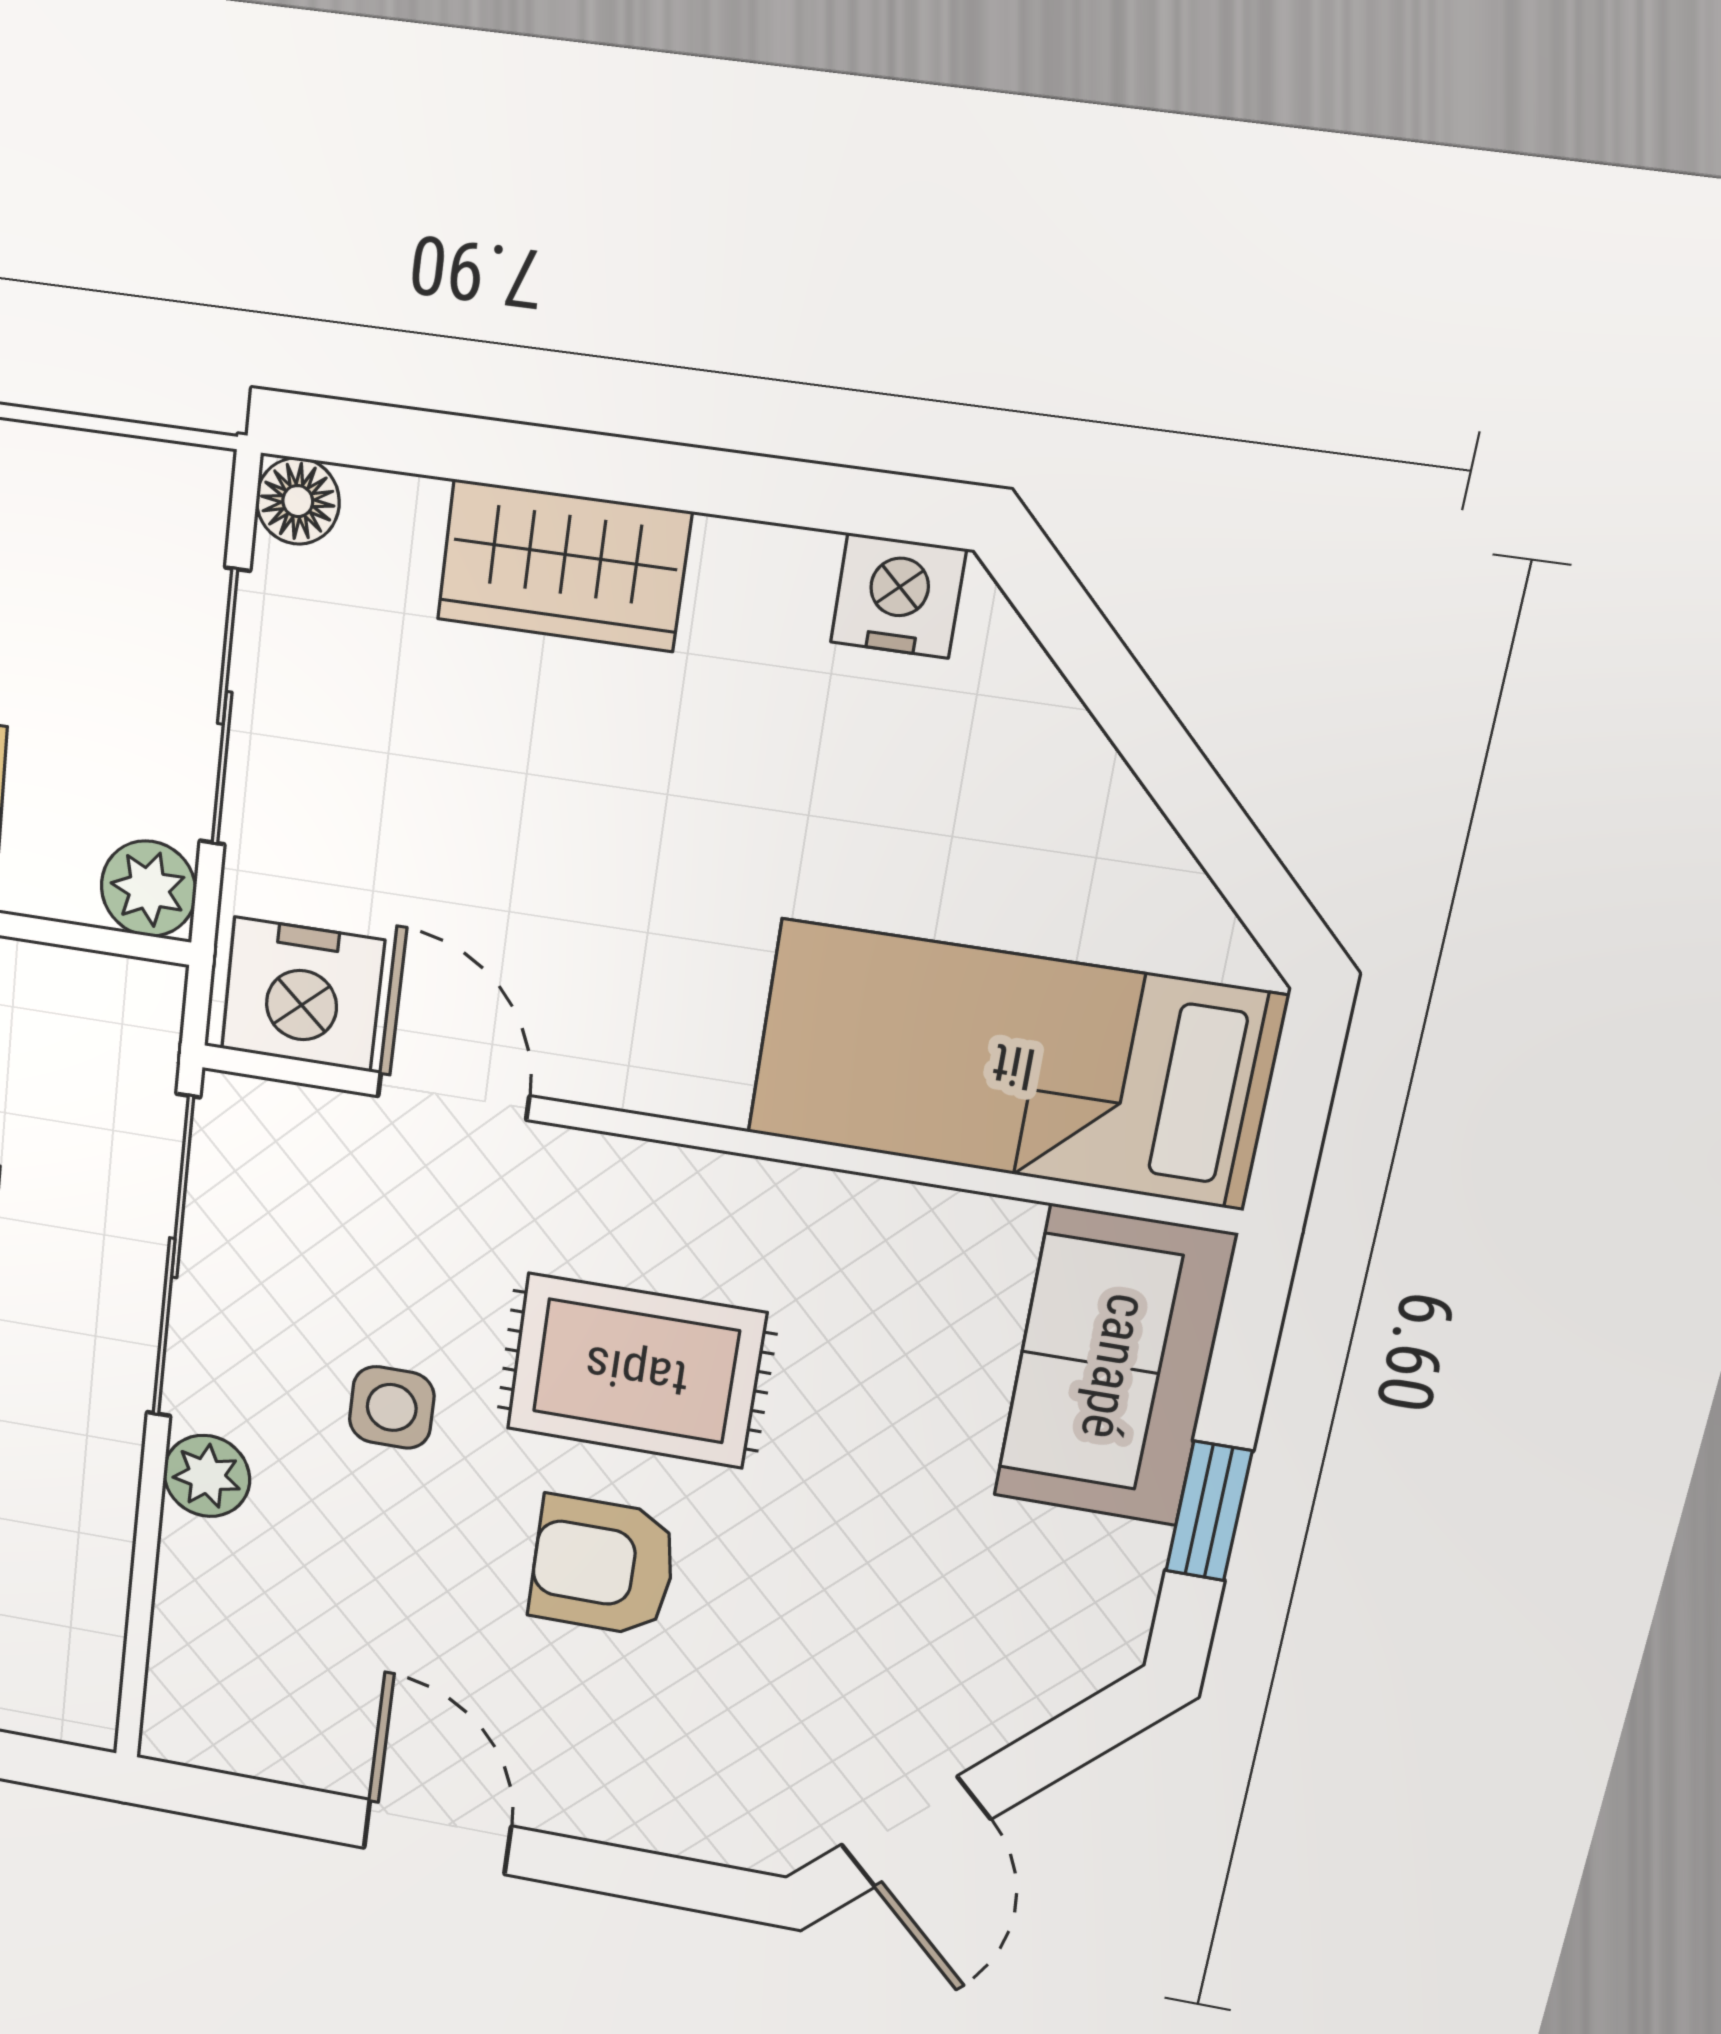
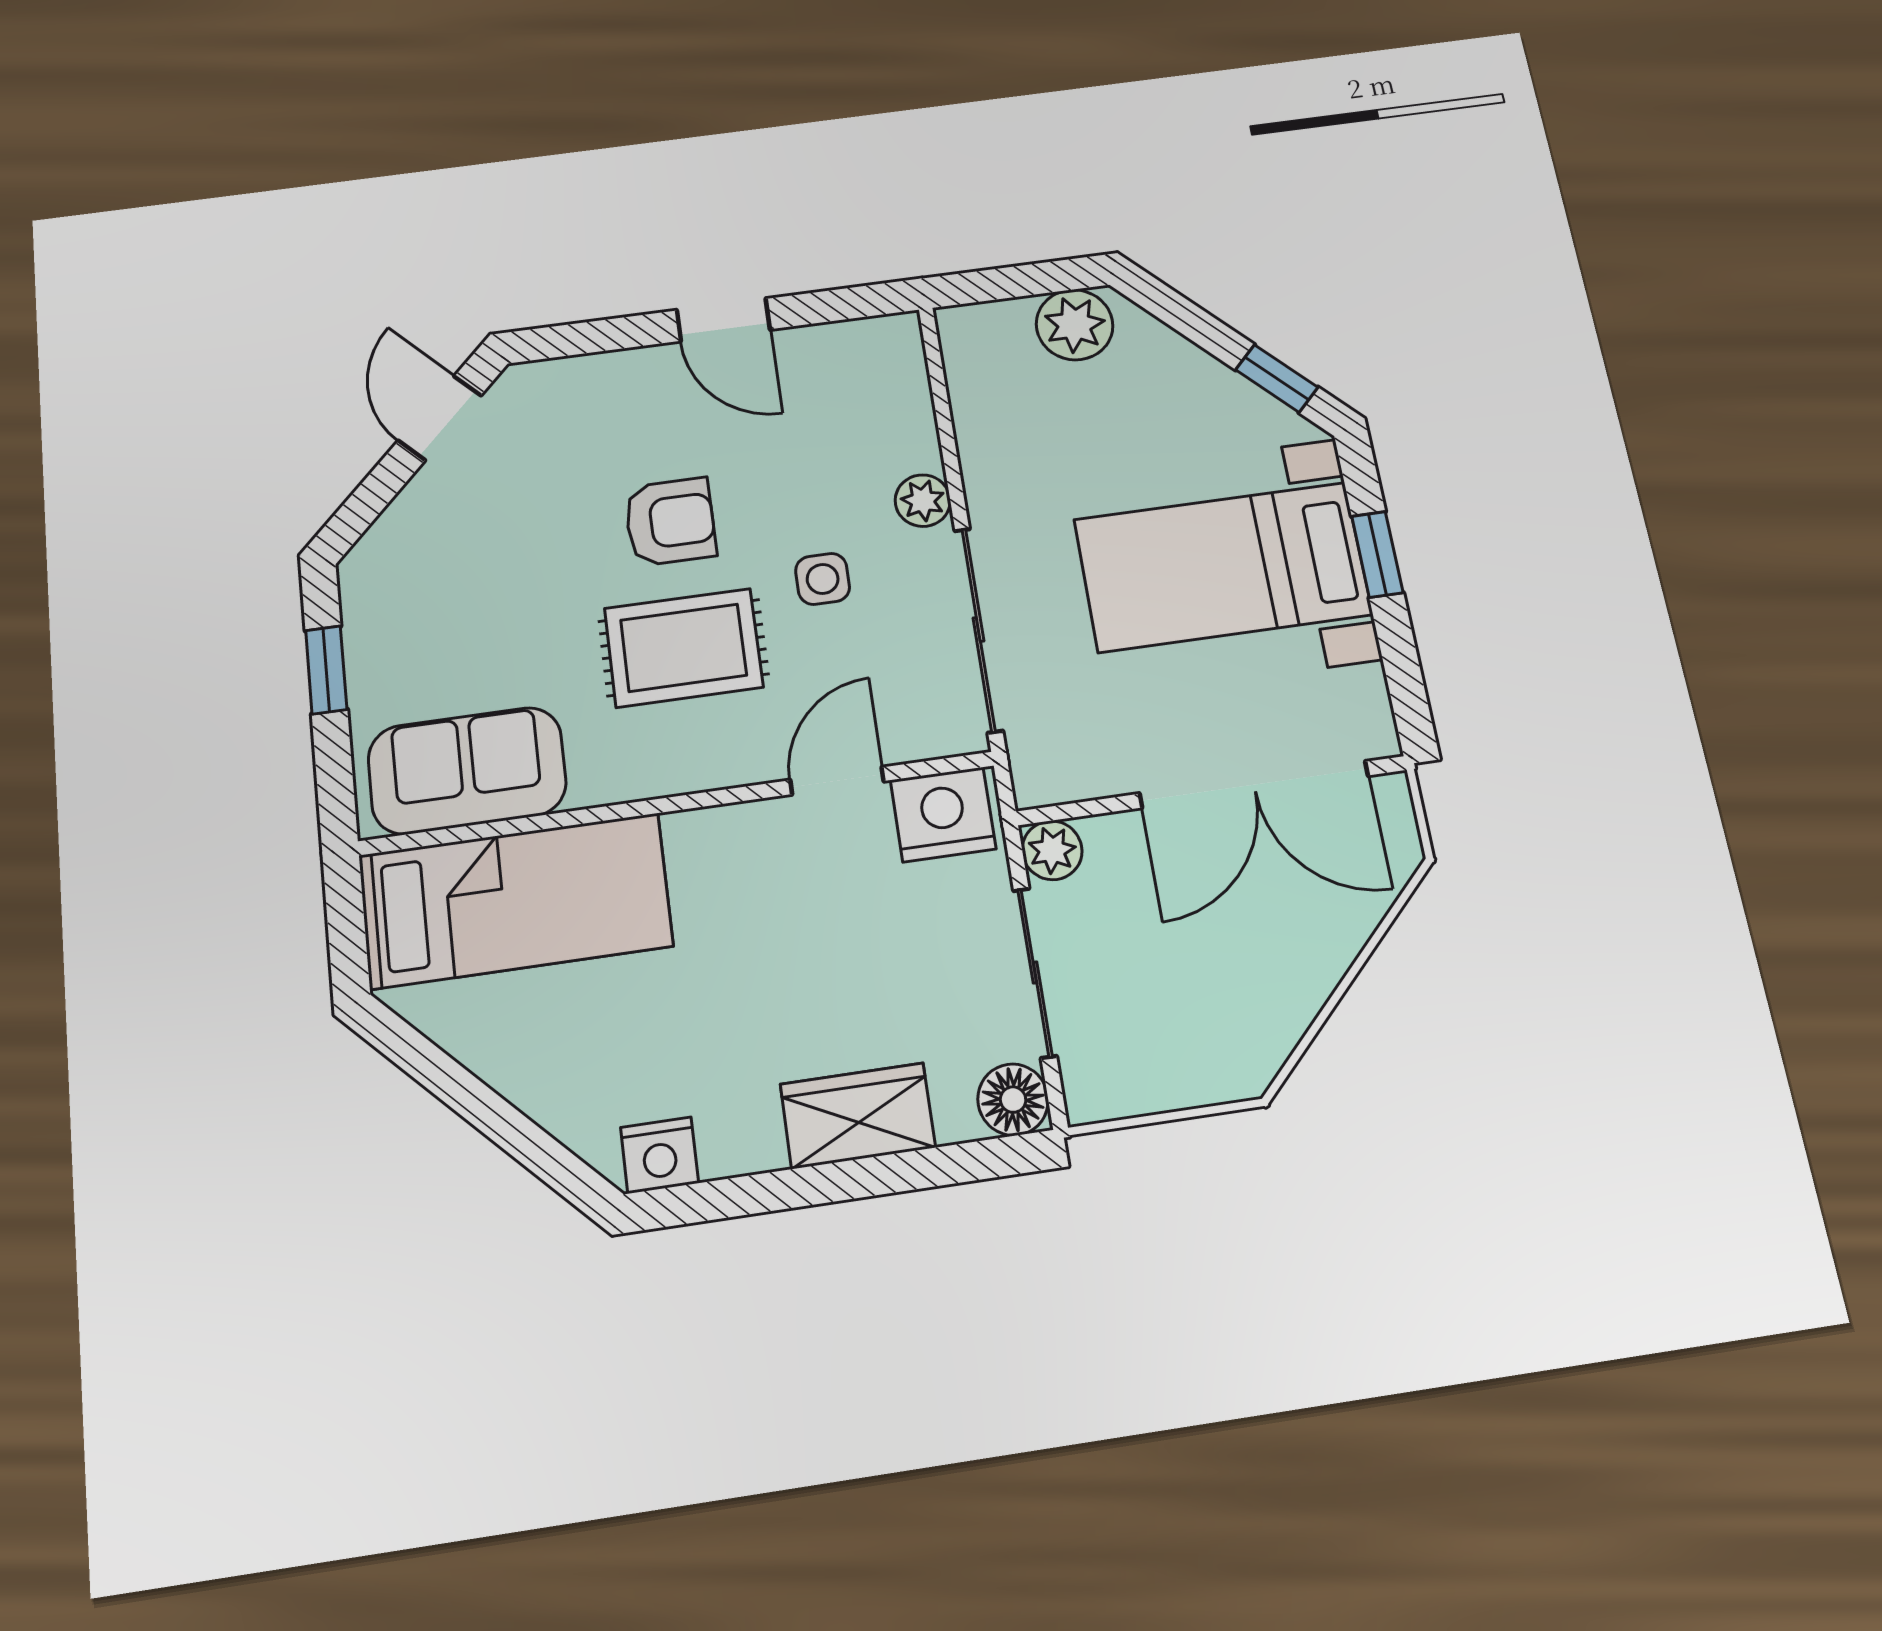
floor lamp: (298, 501) -> (1013, 1100), width x1.37, depth x1.37
door: (453, 1096) -> (837, 781), swing flipped
sofa: (1114, 1366) -> (467, 771), moved, turned -90

